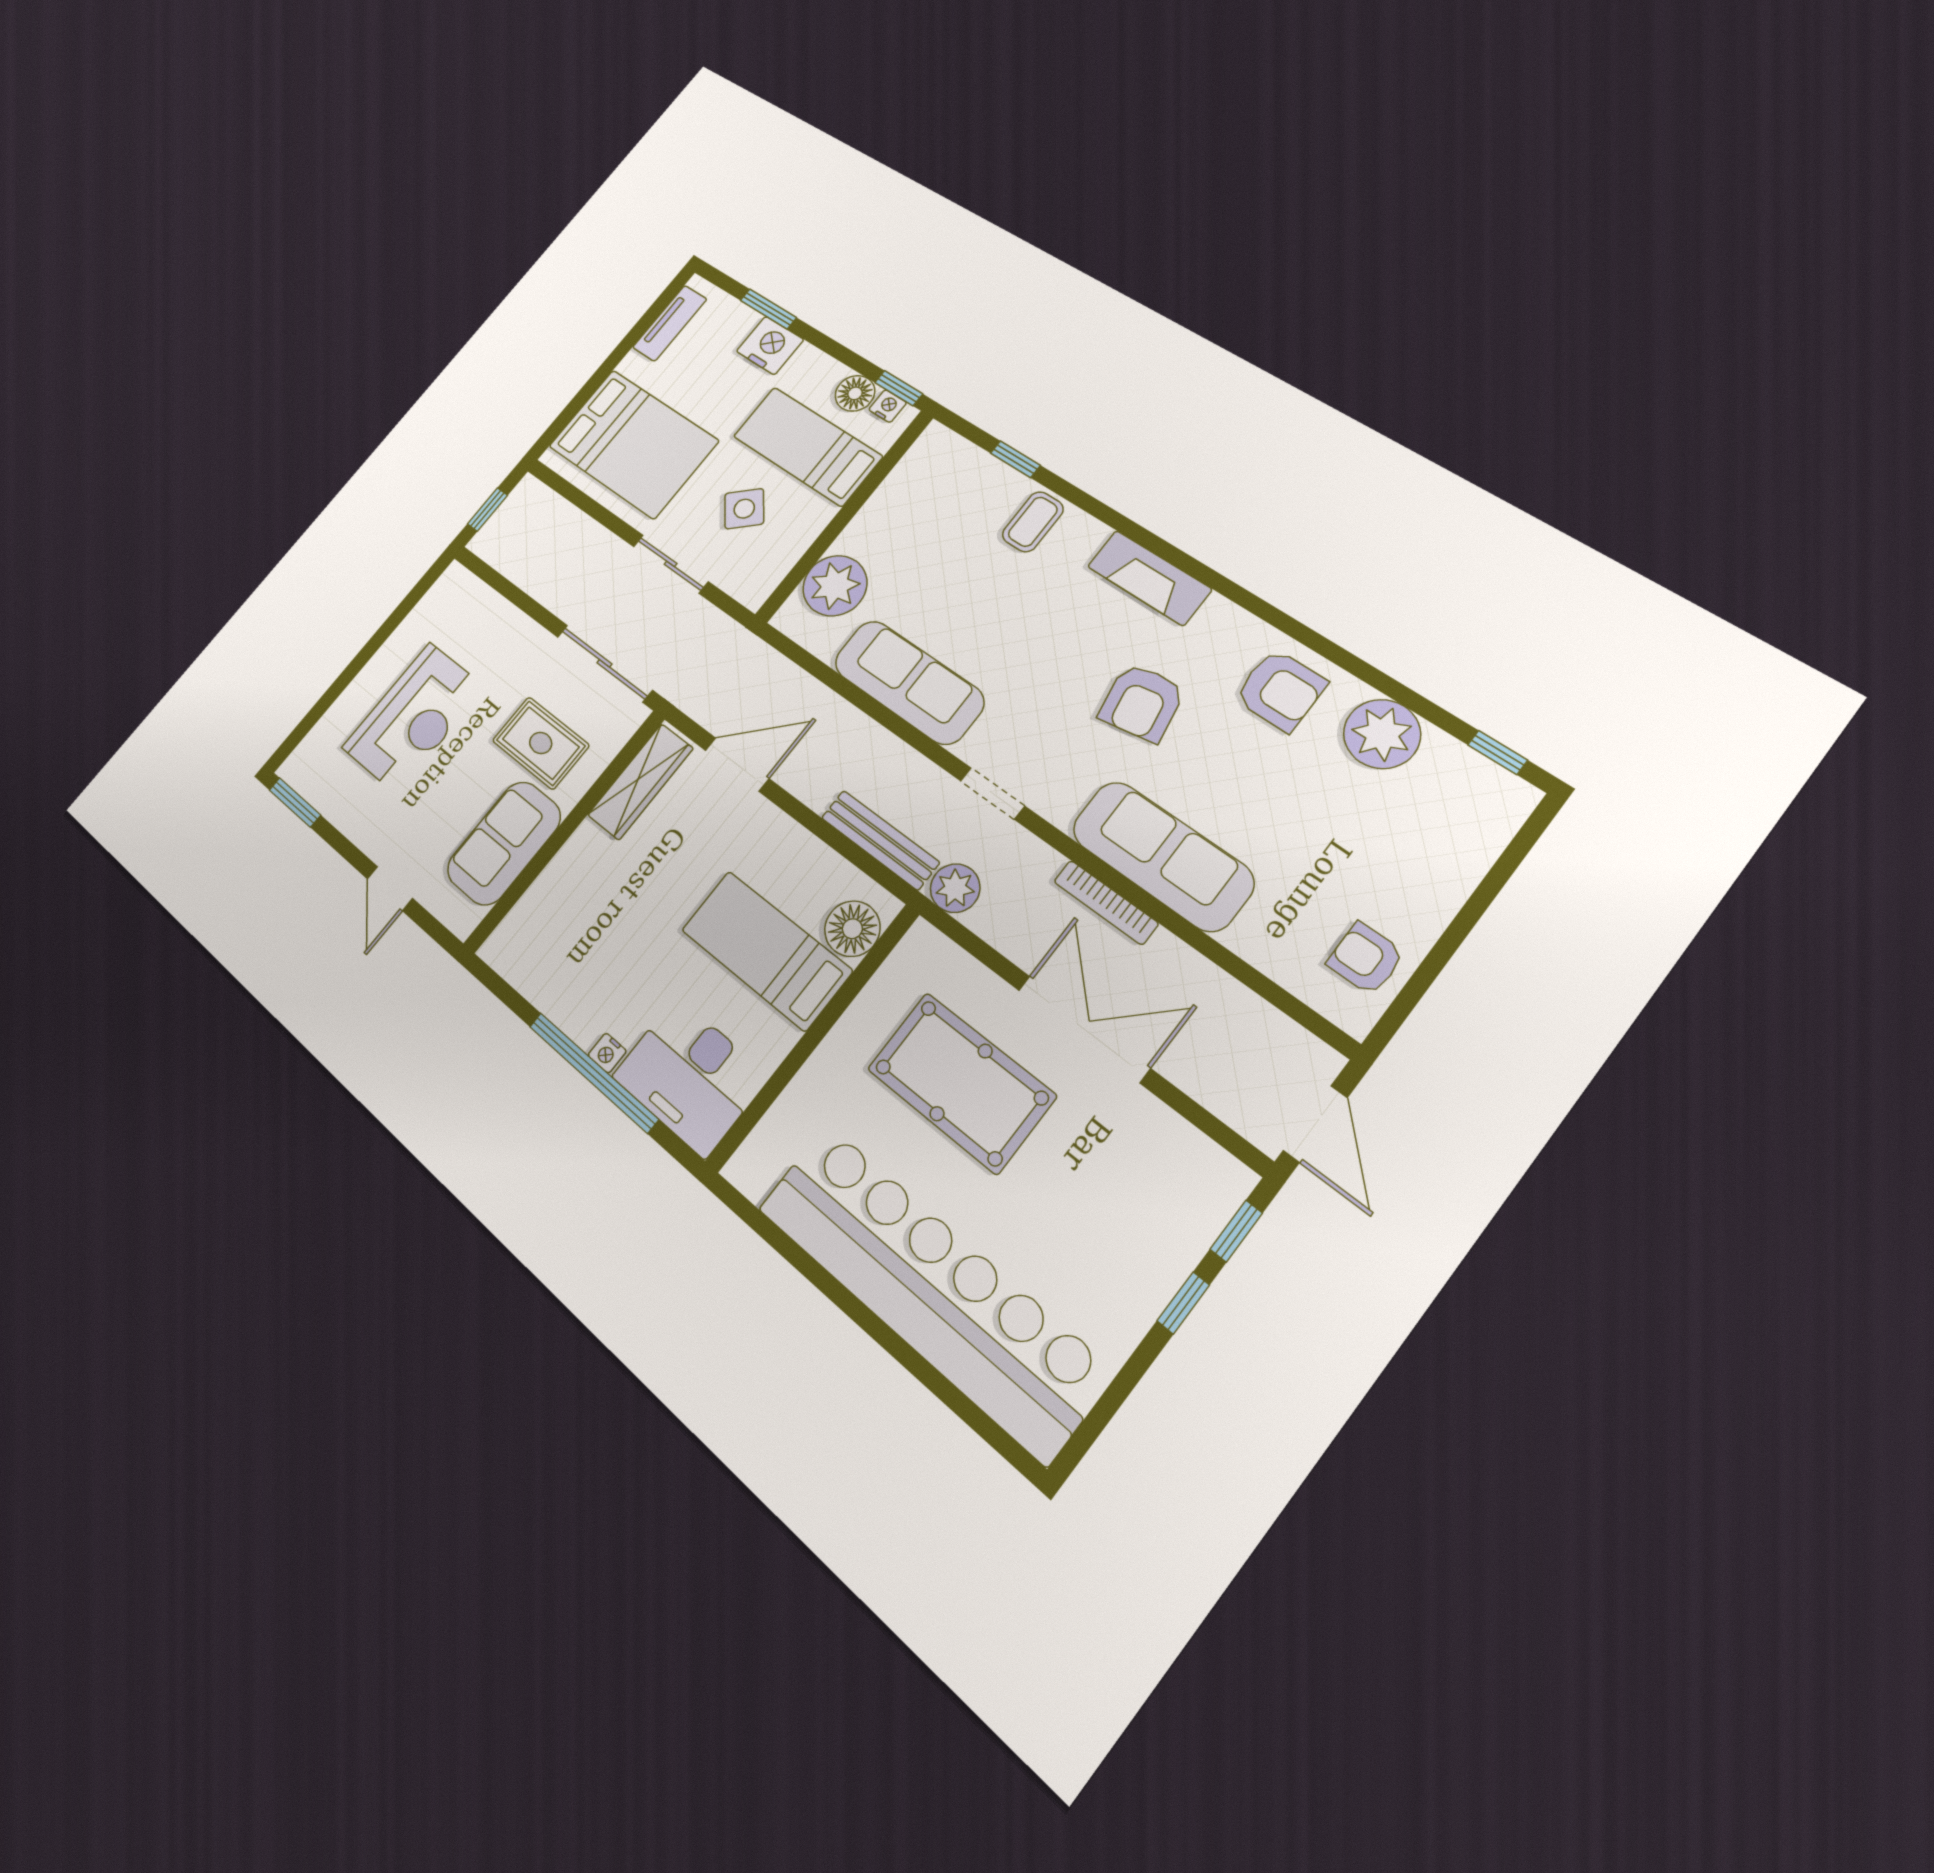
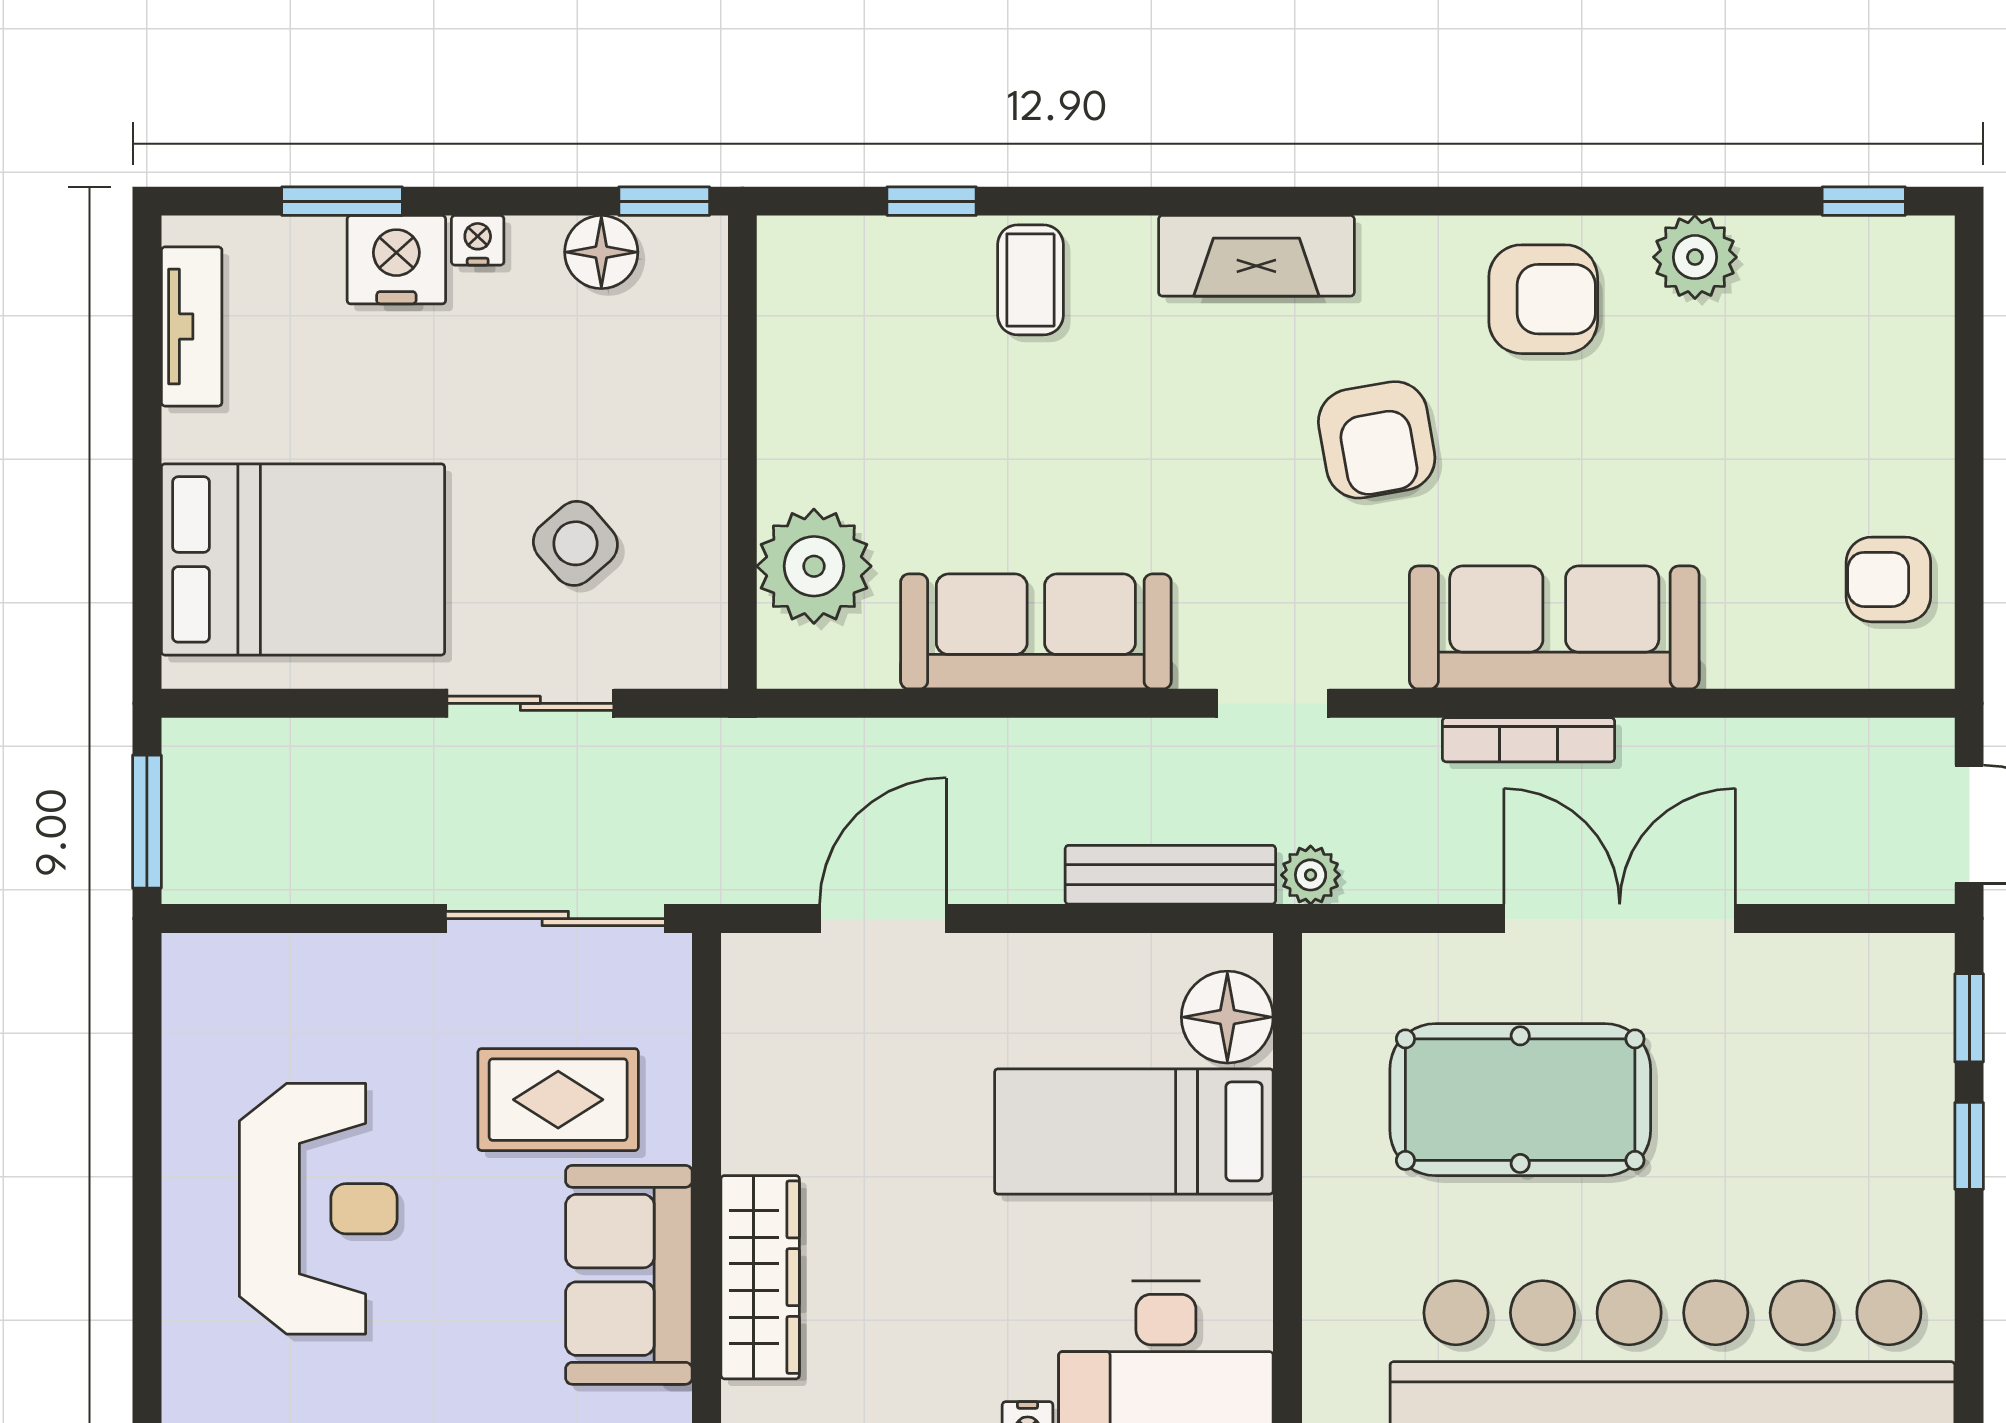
nightstand: (888, 406) -> (478, 240), moved
bed: (807, 446) -> (595, 383), removed
window: (487, 510) -> (147, 822), width x1.50
plant: (1382, 734) -> (1695, 257), width x0.73, depth x0.73
wardrobe: (640, 782) -> (760, 1277), moved
plant: (955, 888) -> (1311, 875), width x0.73, depth x0.73

